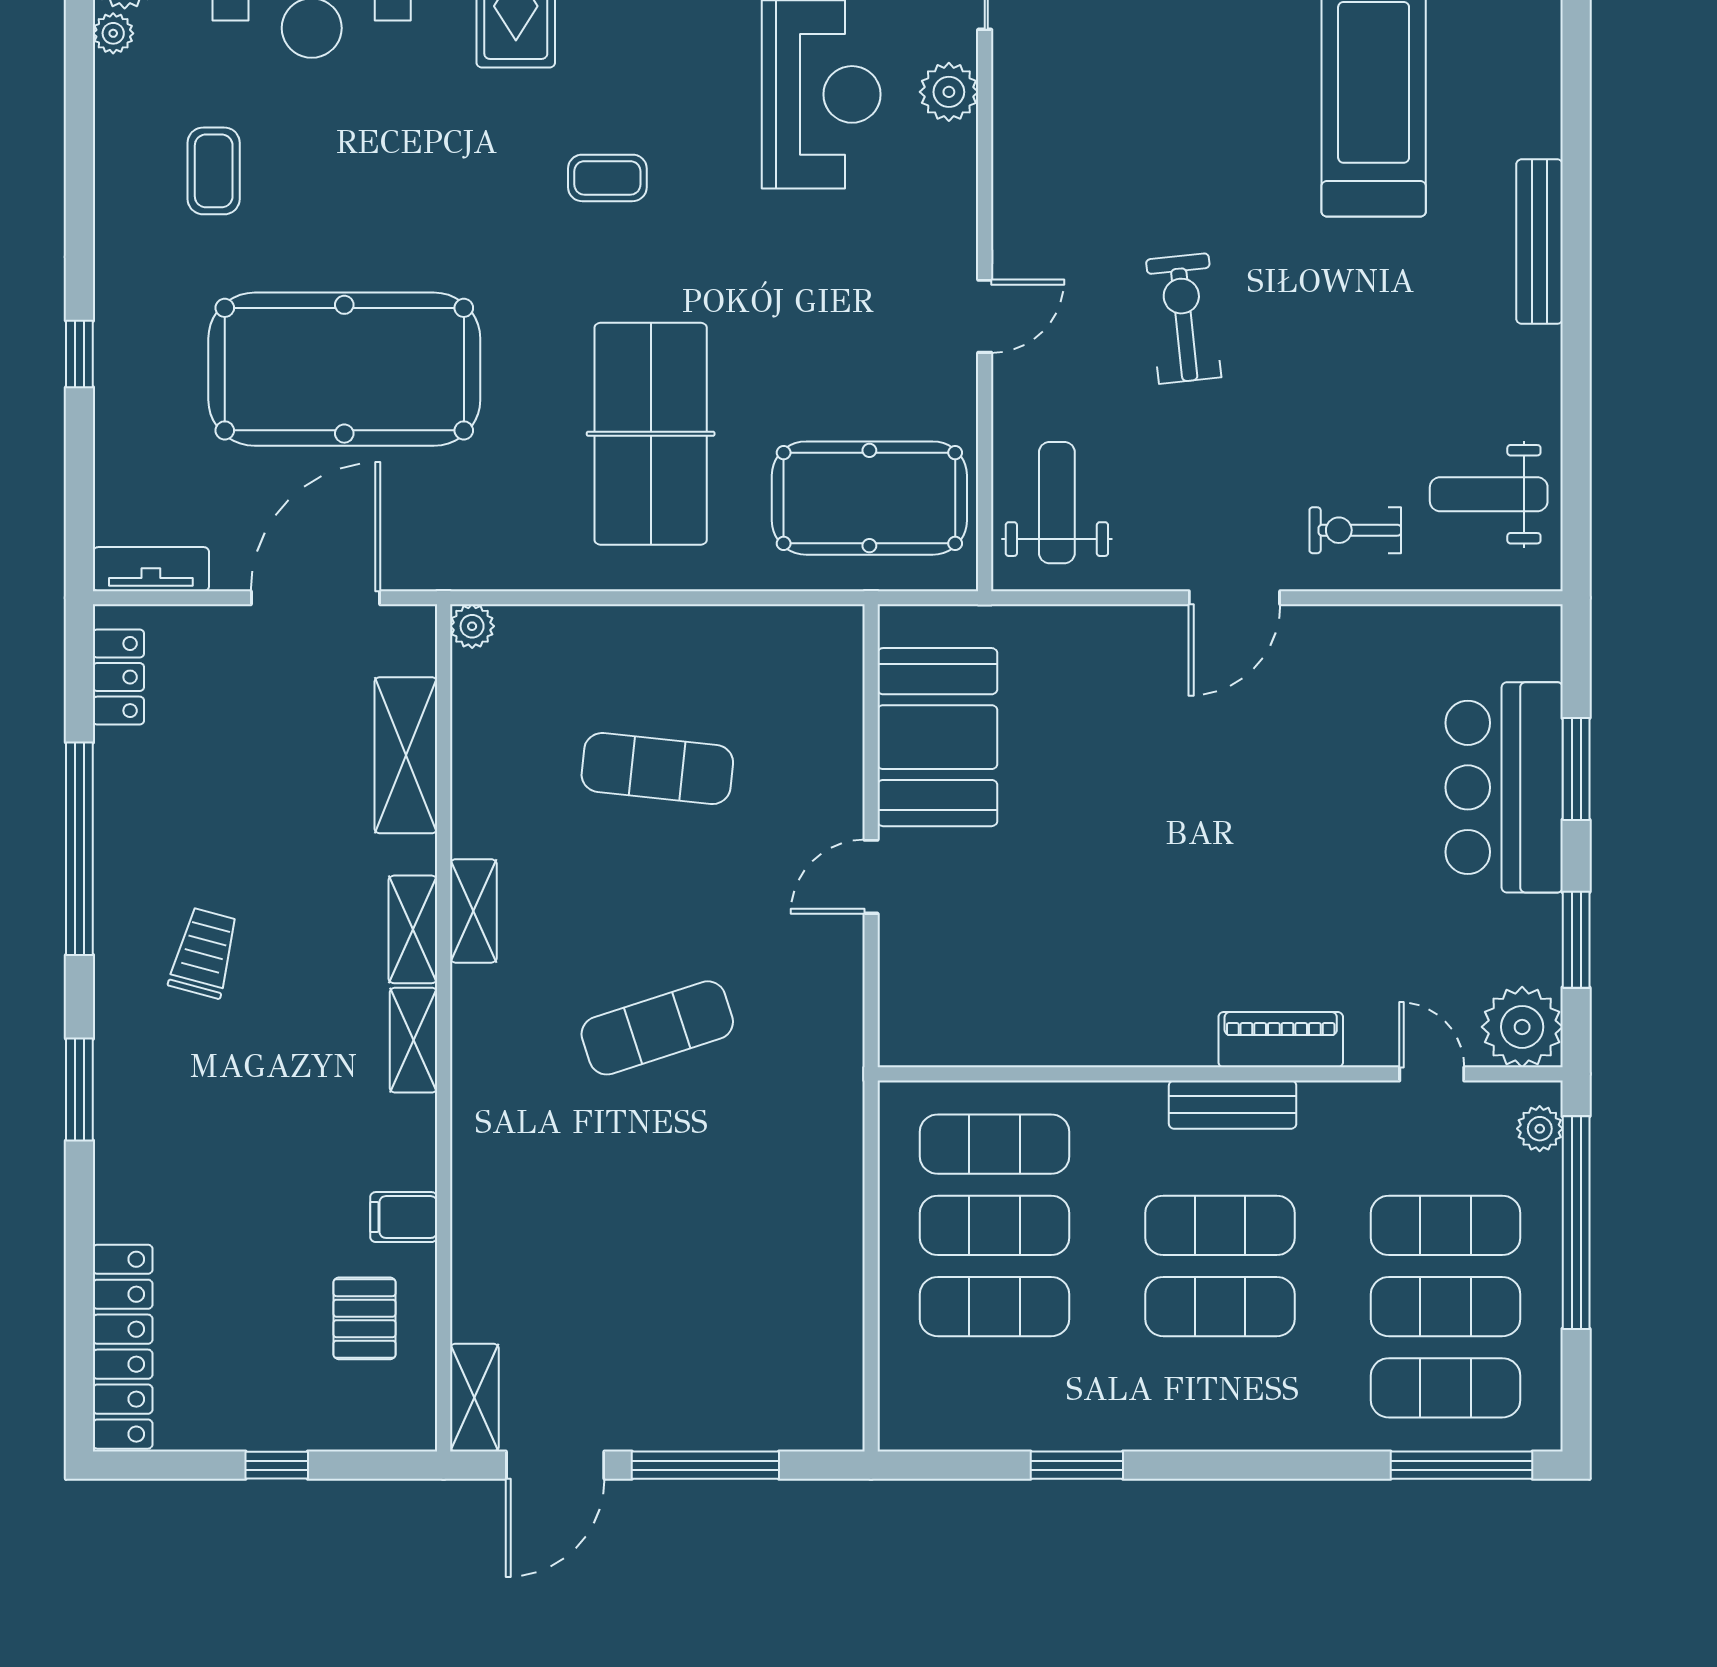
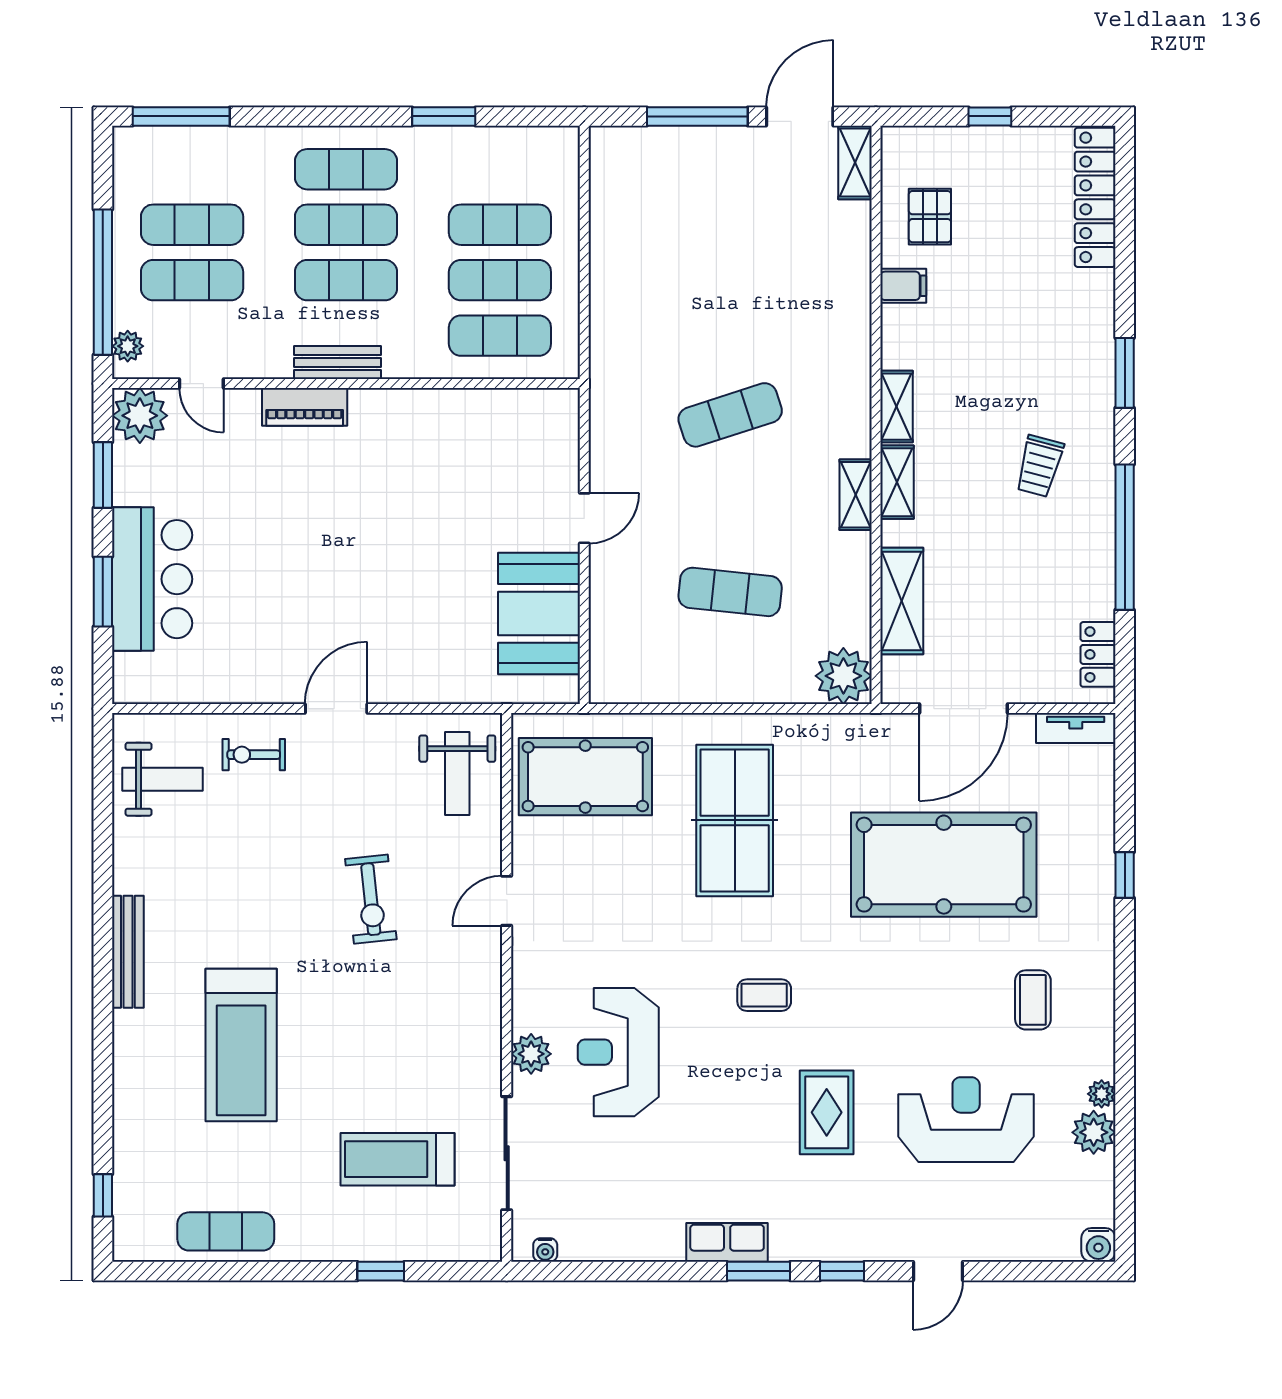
exercise bike: (1355, 530) -> (254, 755), turned 180
plant: (472, 626) -> (843, 676), width x1.88, depth x1.88
exercise mat: (1446, 1388) -> (346, 169), moved

